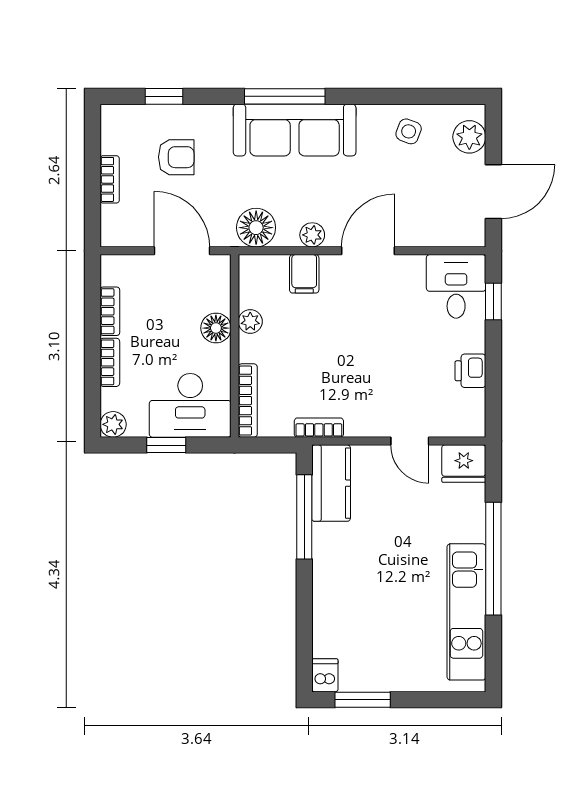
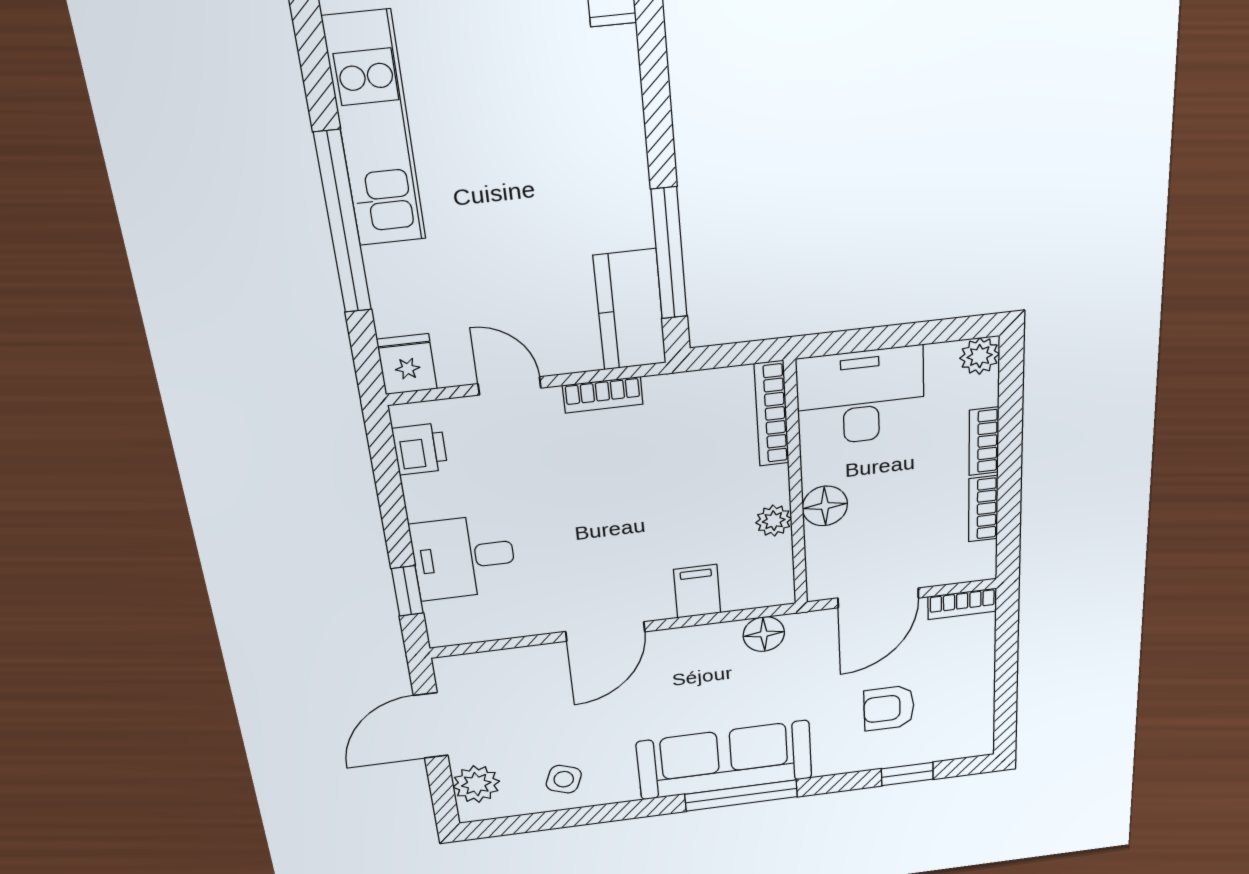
bookcase: (110, 179) -> (962, 604), moved, turned -90
floor lamp: (256, 228) -> (764, 634), width x0.73, depth x0.73
plant: (312, 235) -> (689, 641), removed
door: (182, 251) -> (878, 598), hinge flipped
desk: (456, 286) -> (464, 557), moved, turned 90
printer: (470, 371) -> (420, 449), moved
bookcase: (319, 428) -> (603, 395), moved
window: (166, 445) -> (896, 336), removed
fridge: (464, 464) -> (407, 364), width x0.72

